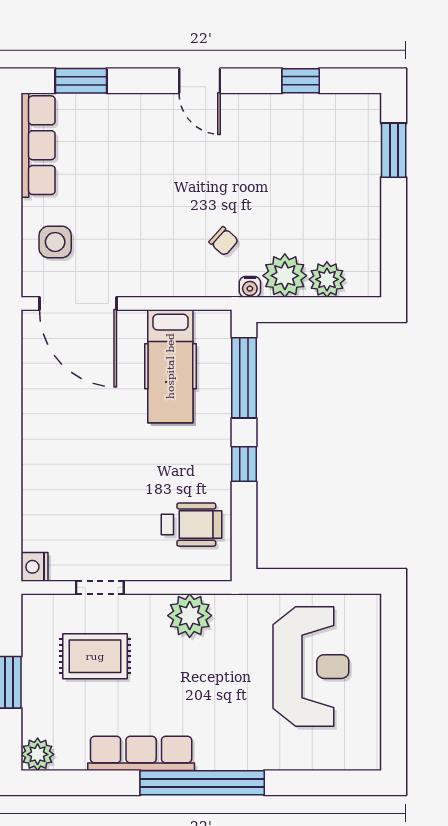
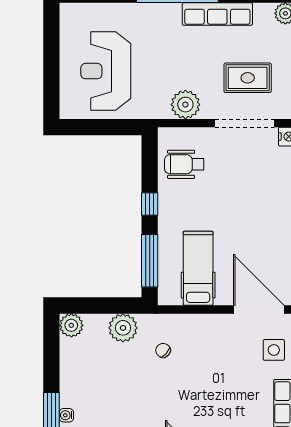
plant: (327, 279) -> (71, 325), moved
water cooler: (250, 287) -> (66, 415), moved, turned -90
doorway: (100, 587) -> (244, 123), width x1.87

